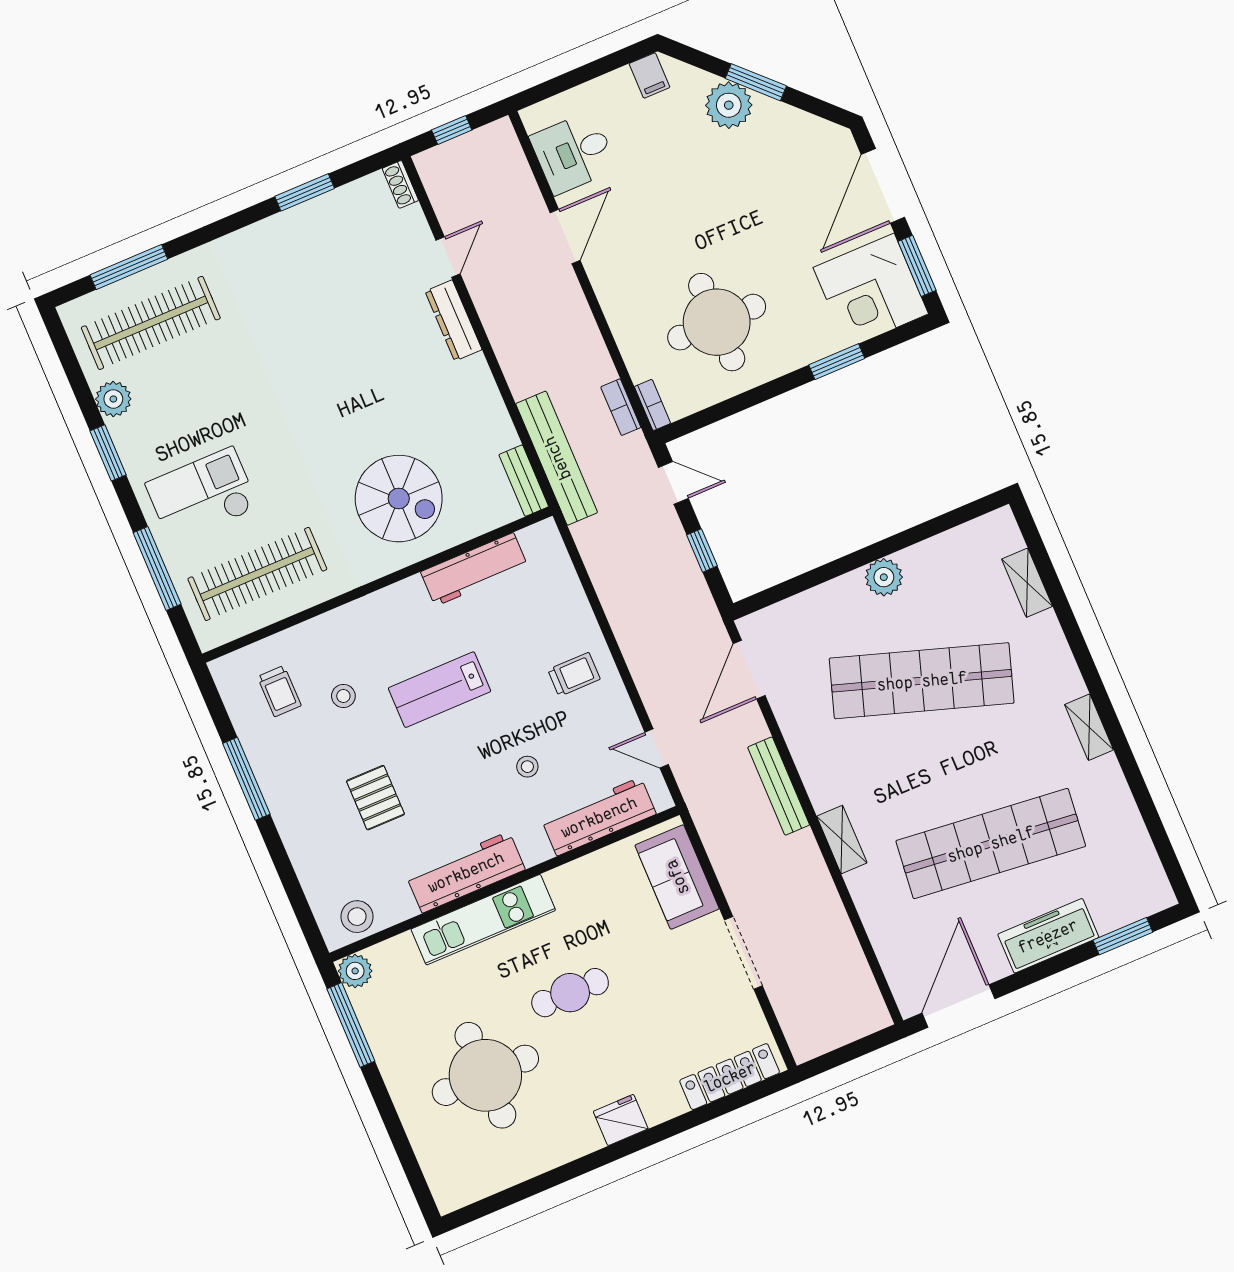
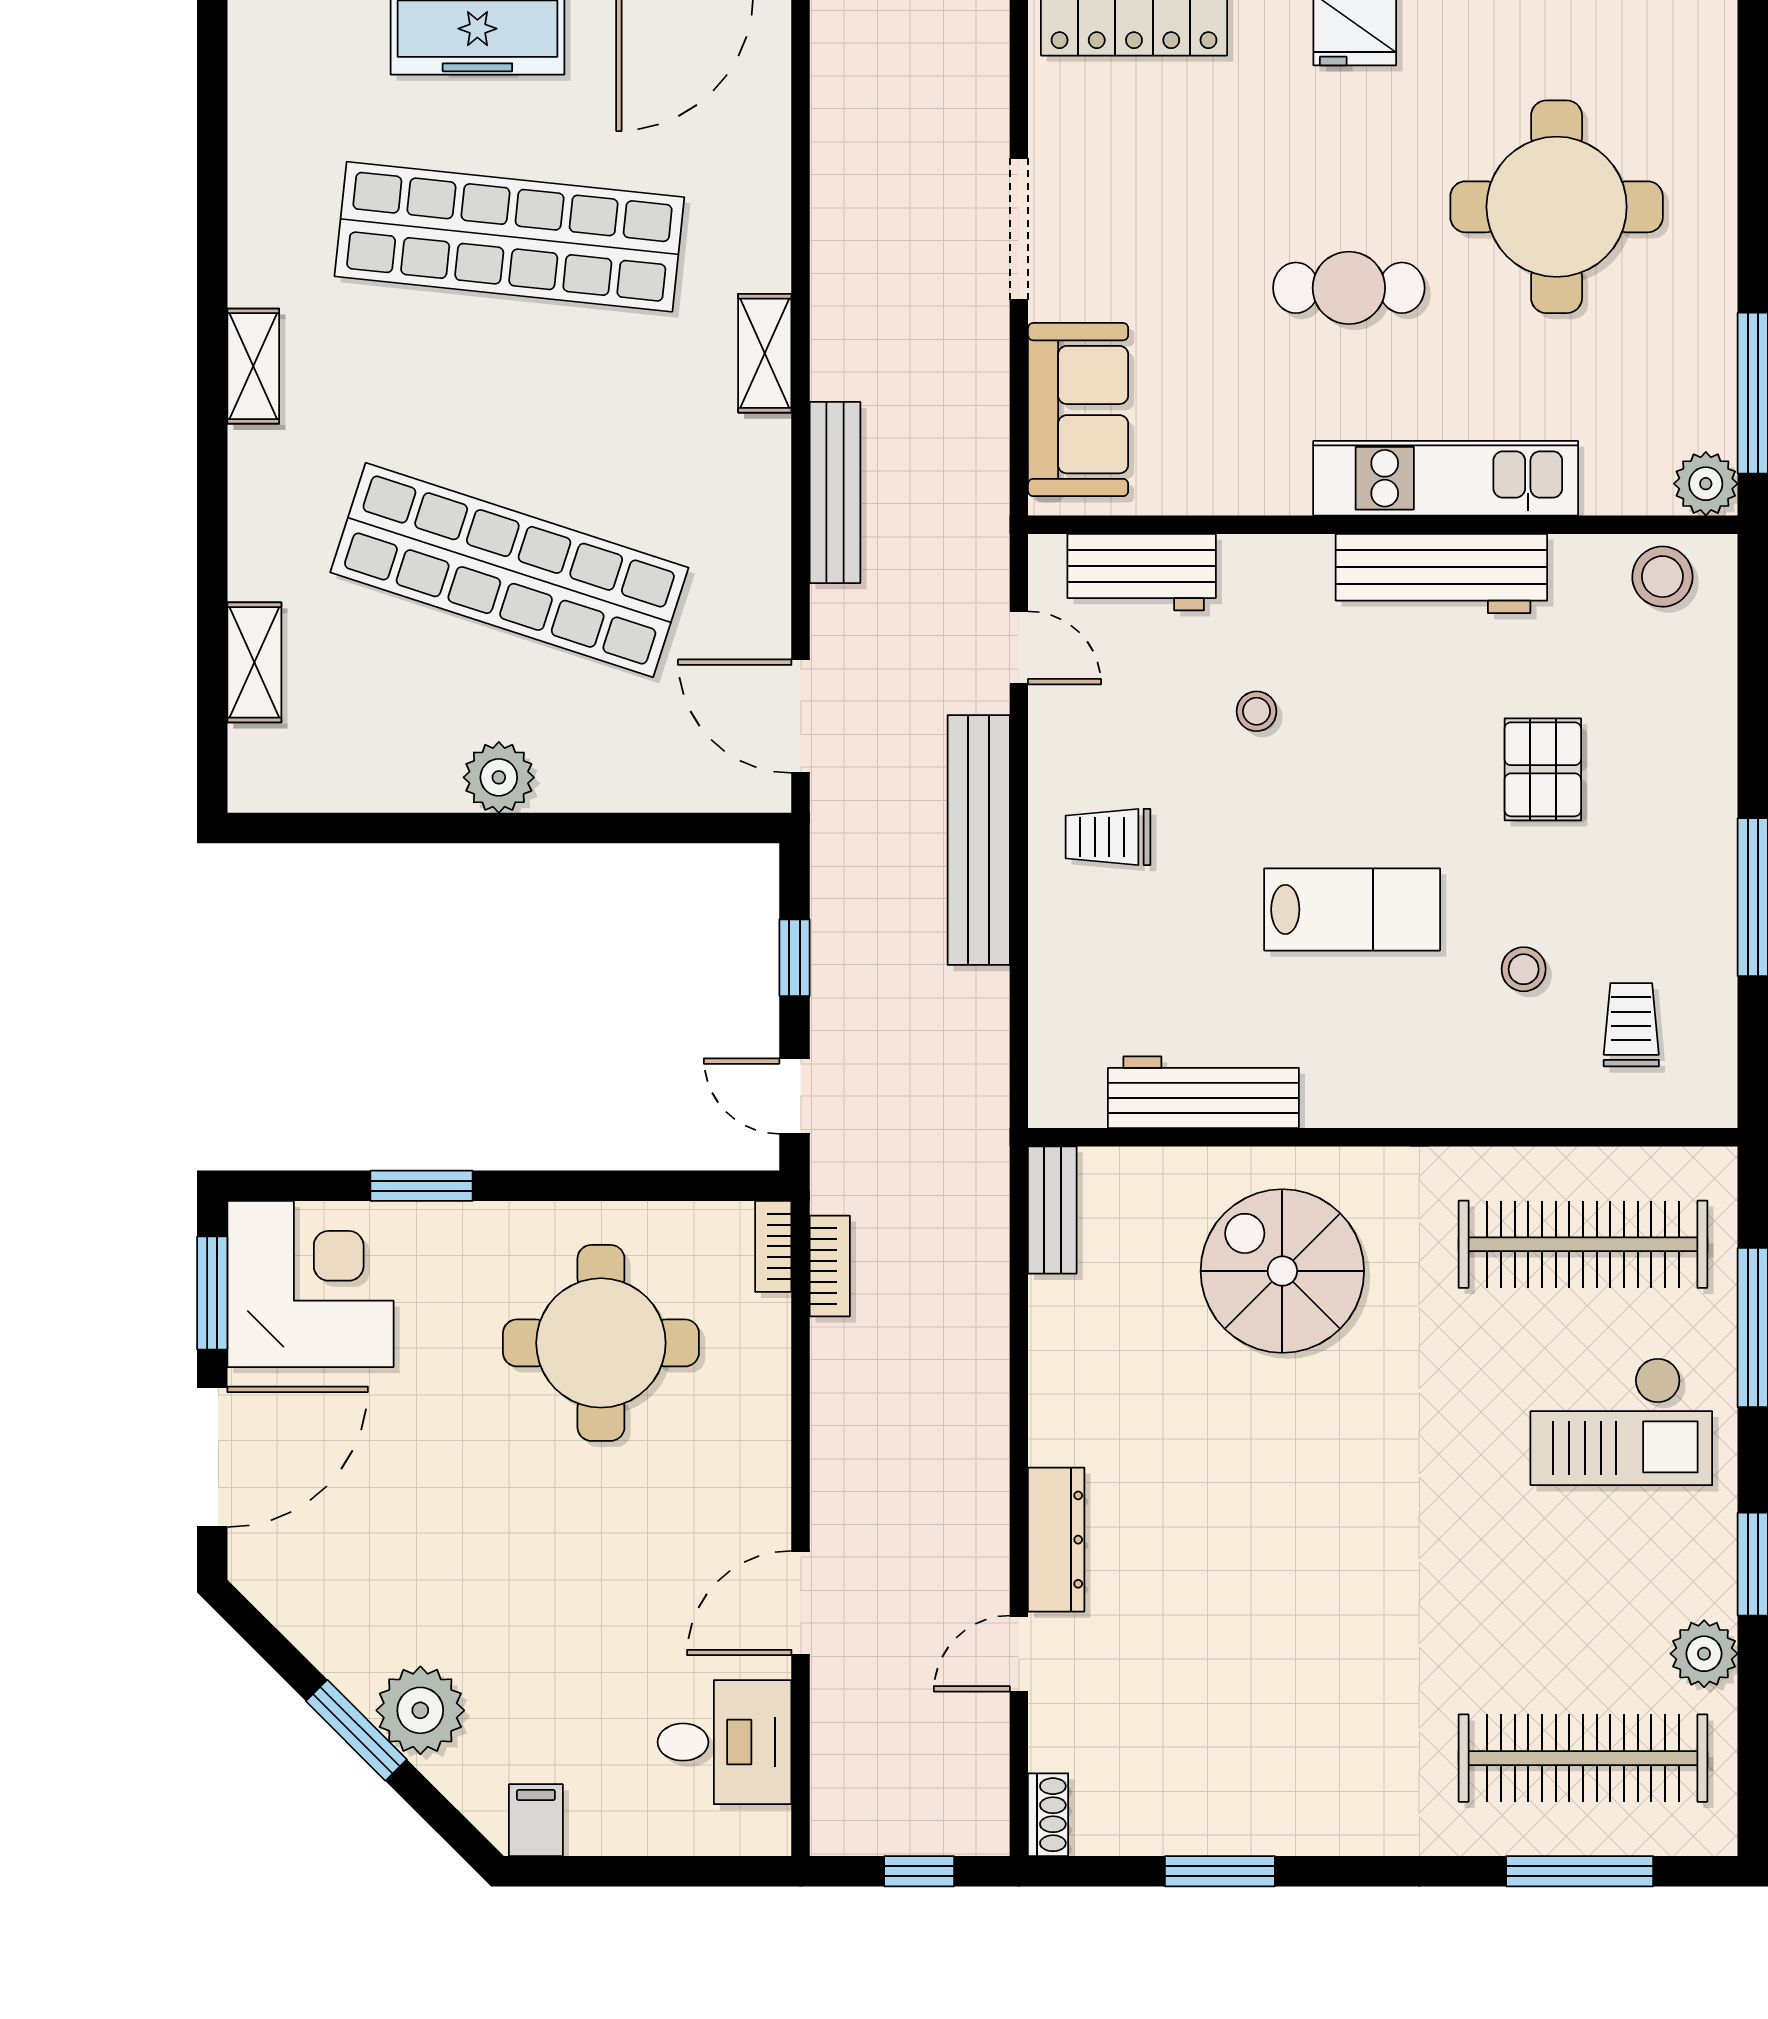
bench: (557, 458) -> (979, 840), moved
door: (749, 670) -> (801, 716), swing flipped
workbench: (599, 817) -> (1142, 572), width x0.73

